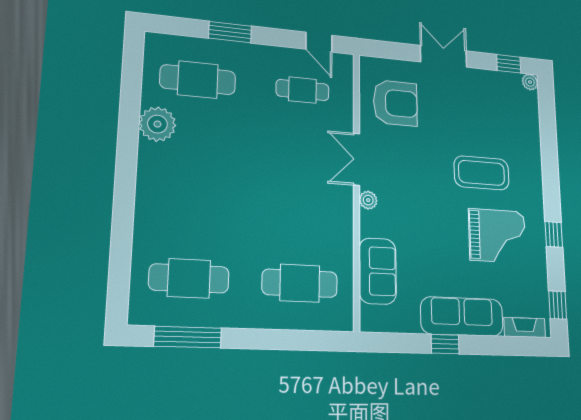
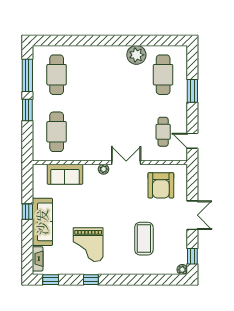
door: (319, 42) -> (192, 141), hinge flipped
coffee table: (482, 173) -> (144, 239), moved
window: (257, 339) -> (27, 110), added

